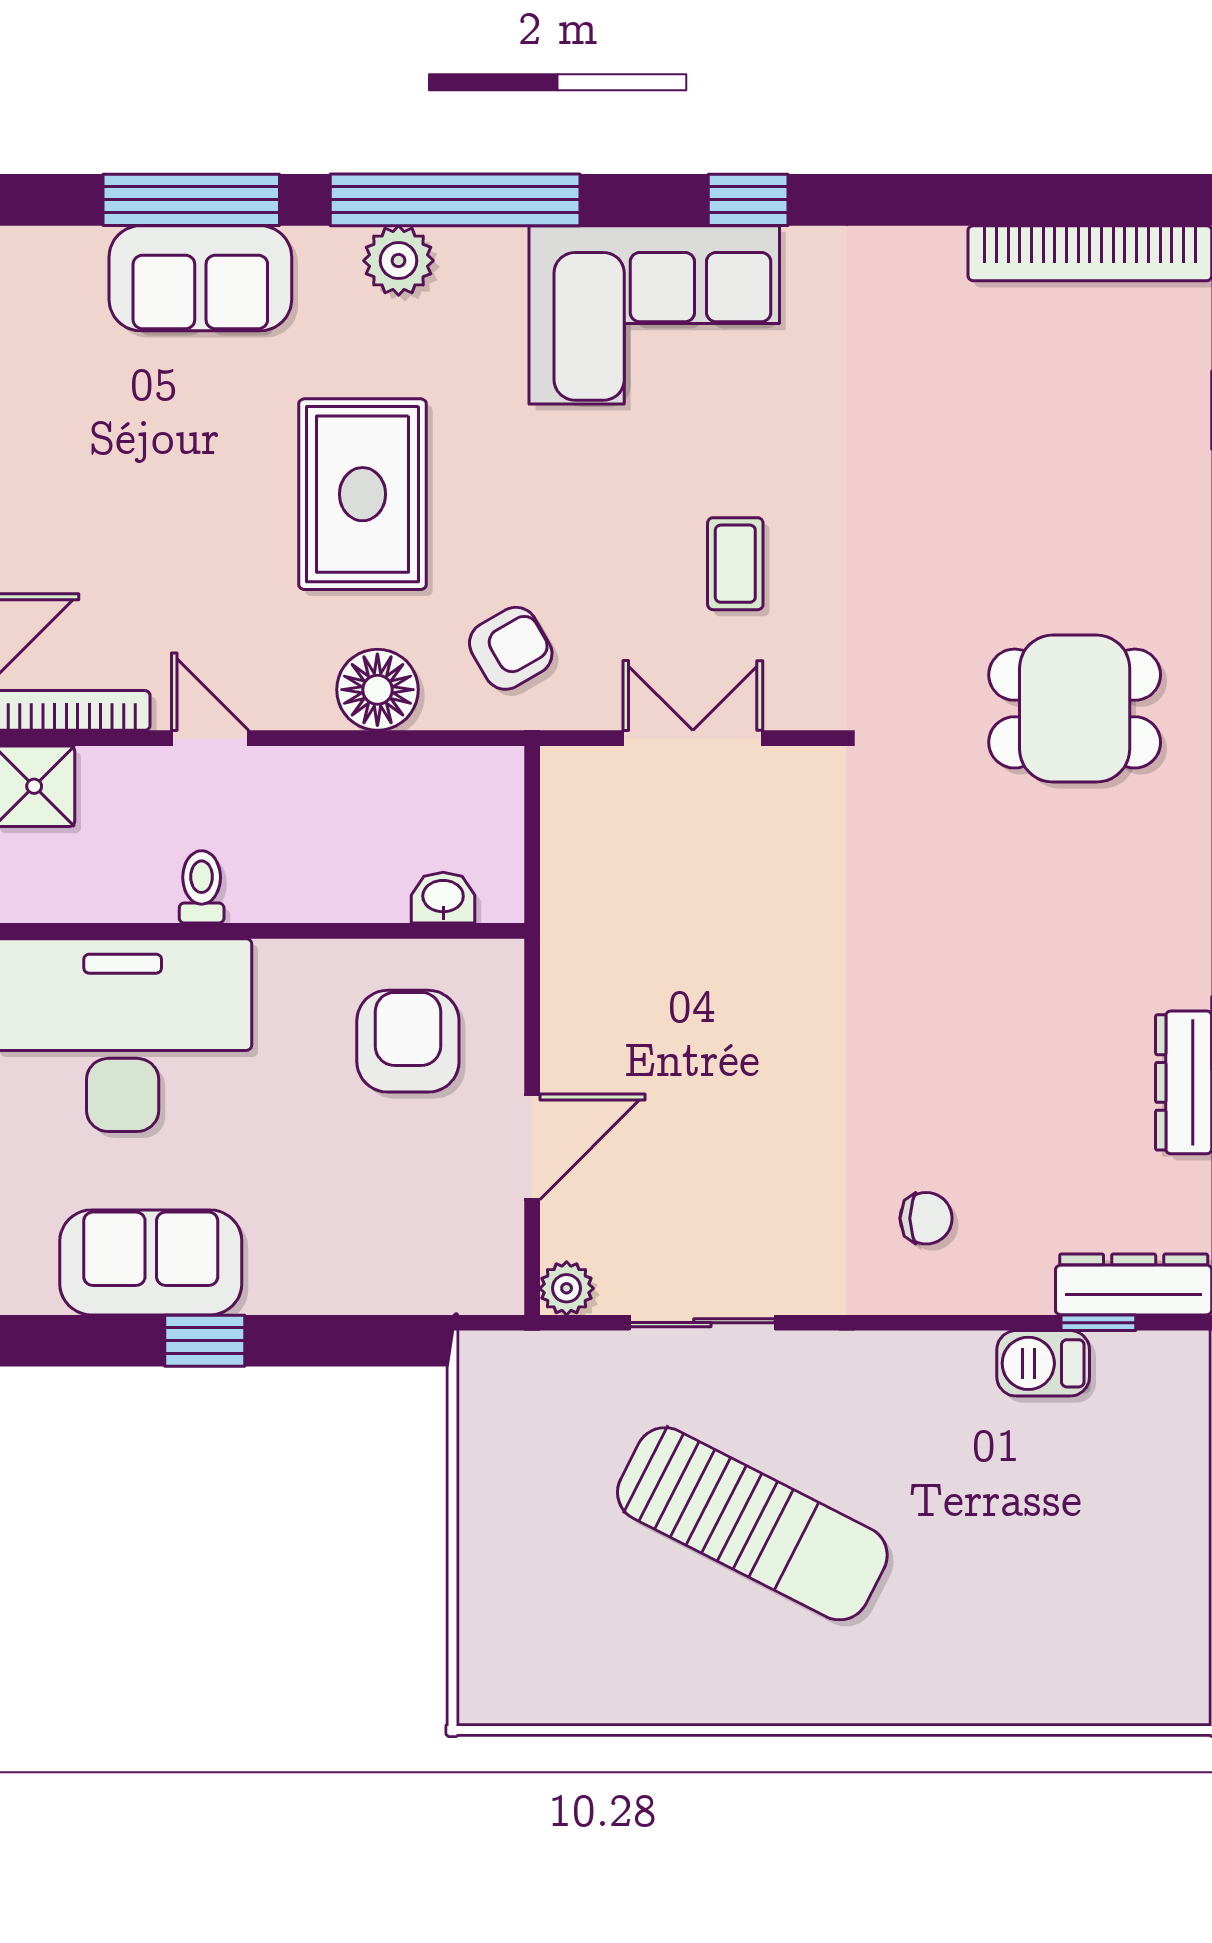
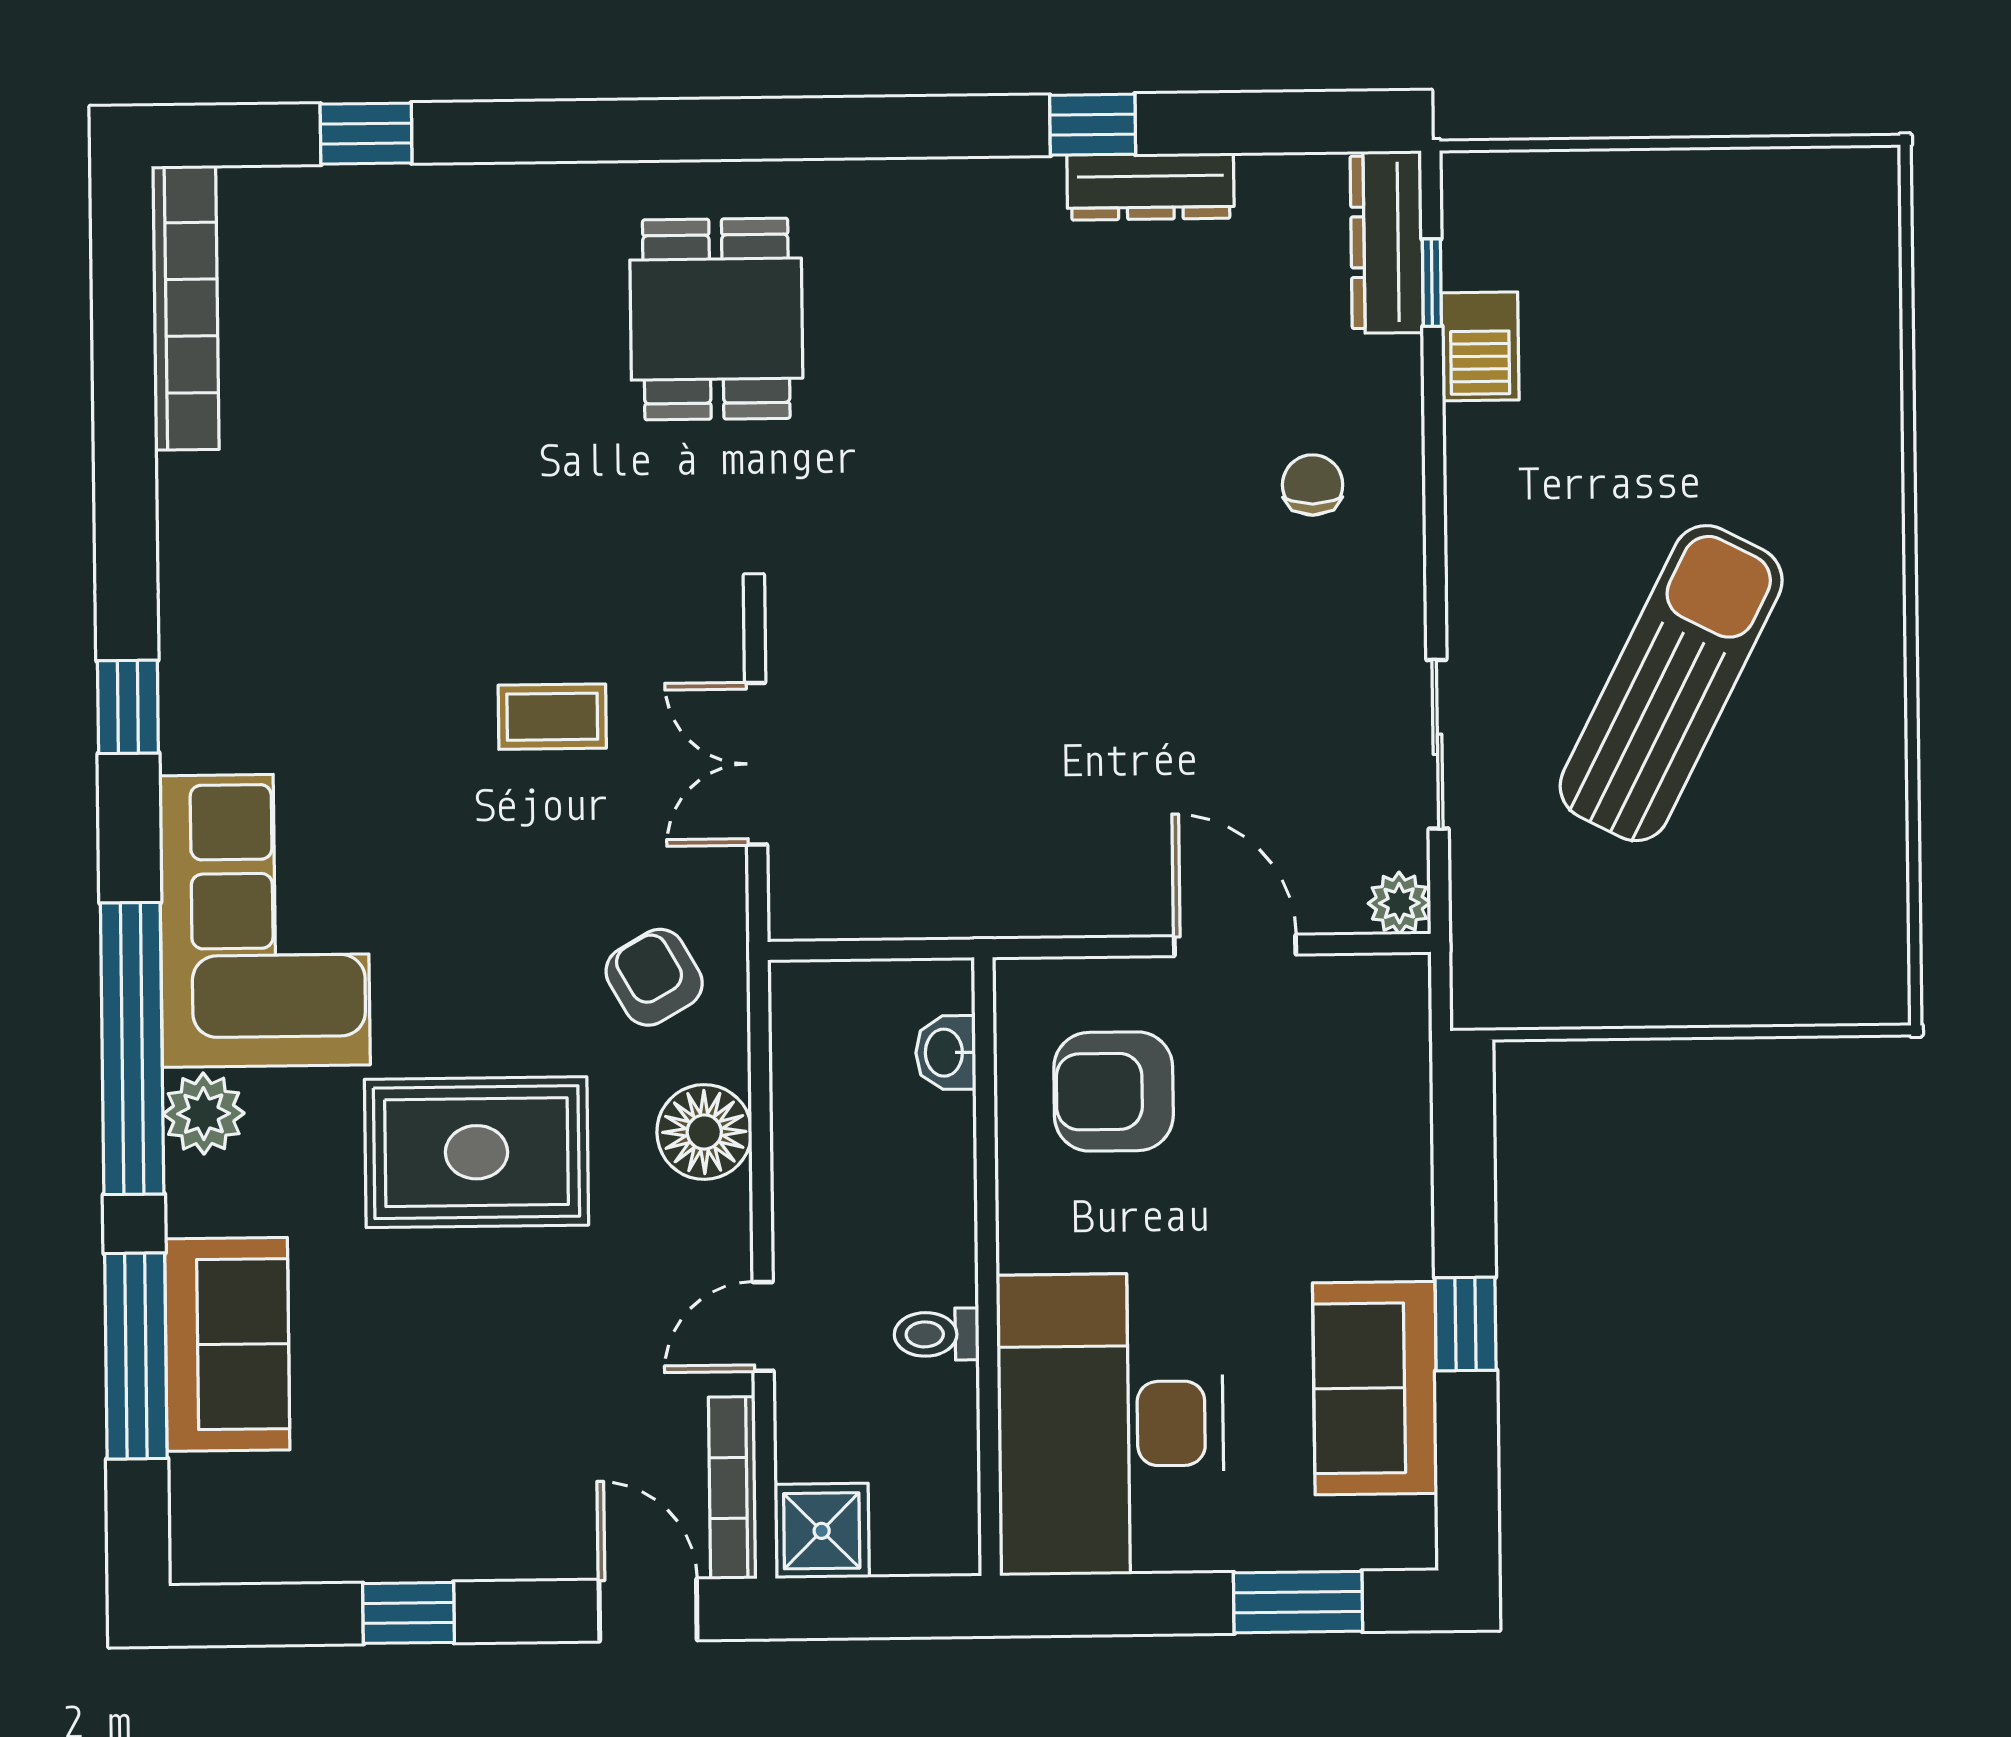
corner sofa: (654, 315) -> (265, 920), moved

